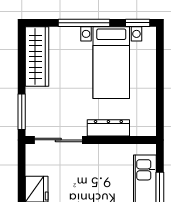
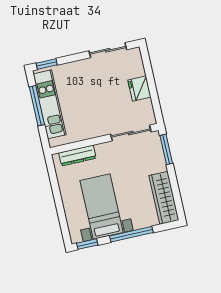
dresser: (108, 128) -> (77, 156), moved

